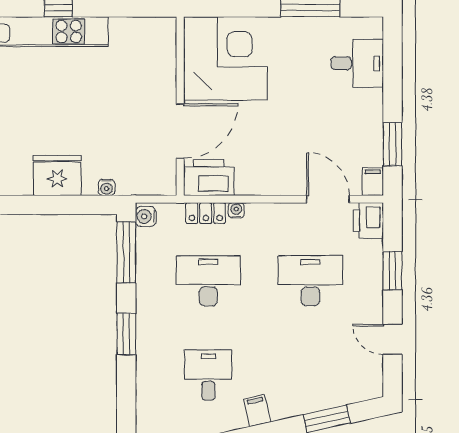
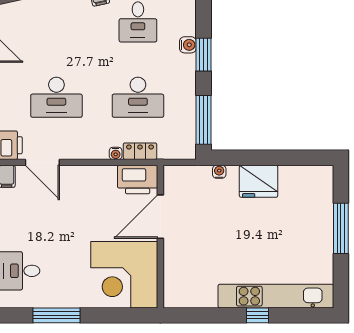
water cooler: (146, 216) -> (188, 45), moved

